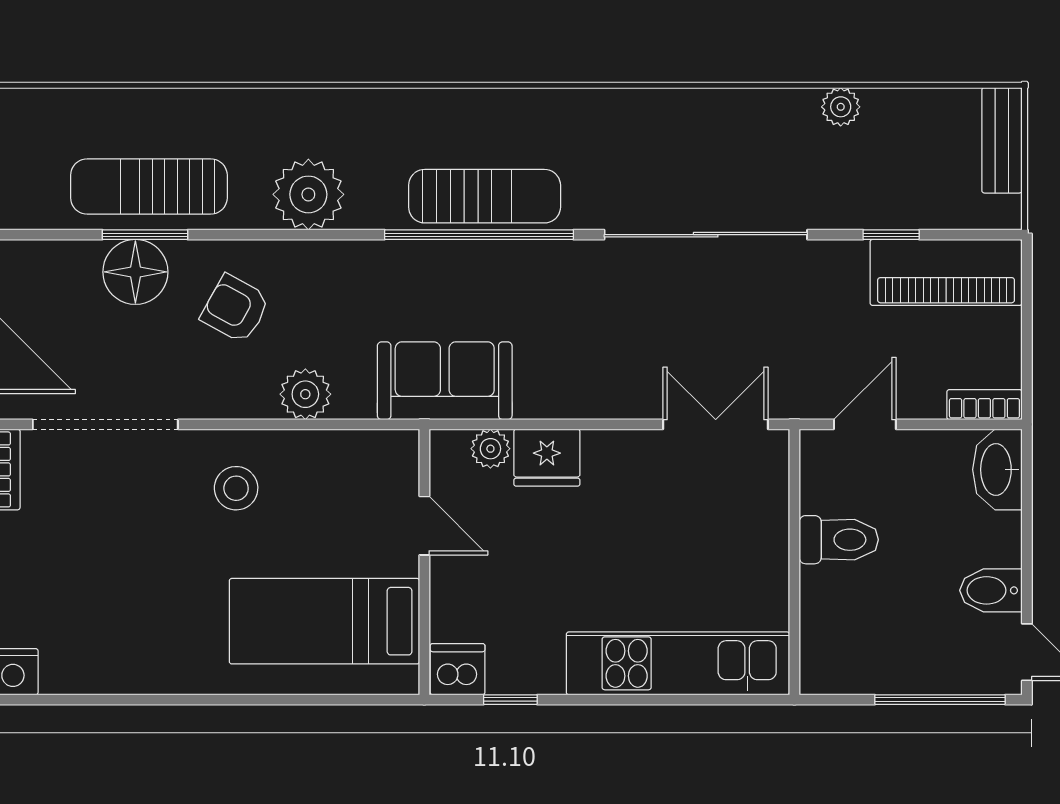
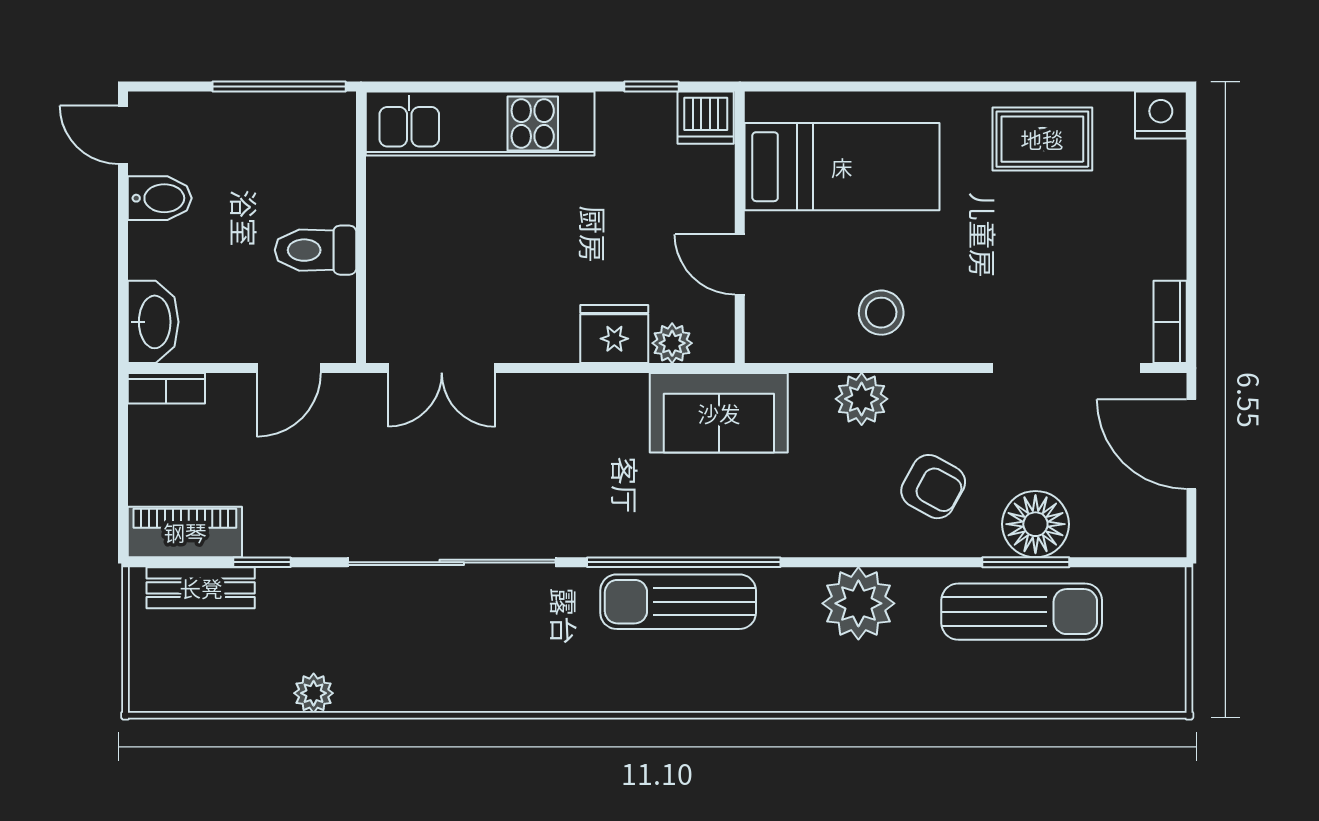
bench: (1002, 140) -> (201, 588), moved, turned 90
piano: (946, 272) -> (185, 532), width x0.73, depth x0.75
stool: (236, 488) -> (881, 313), moved
rug: (129, 648) -> (1042, 139), added
window: (940, 700) -> (279, 86), moved

